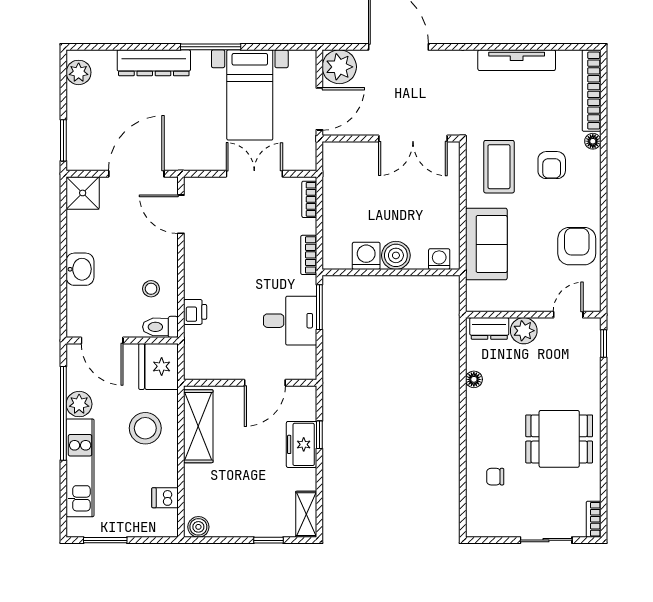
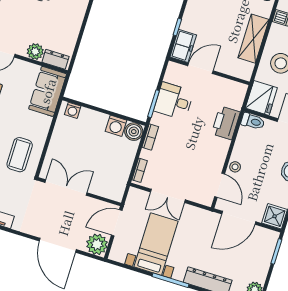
sofa: (486, 244) -> (48, 91), moved
boiler: (396, 255) -> (134, 132), moved
stool: (151, 289) -> (235, 167), moved
printer: (195, 312) -> (226, 123), width x1.87, depth x1.48
floor lamp: (474, 379) -> (74, 32), removed
shelving: (198, 426) -> (253, 39), moved
freezer: (302, 444) -> (183, 46), moved

